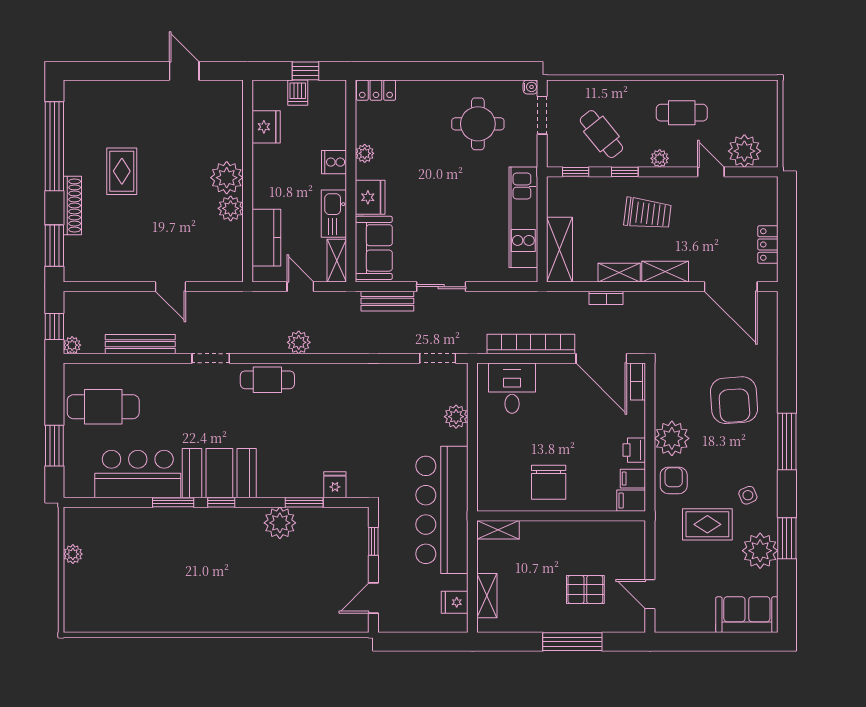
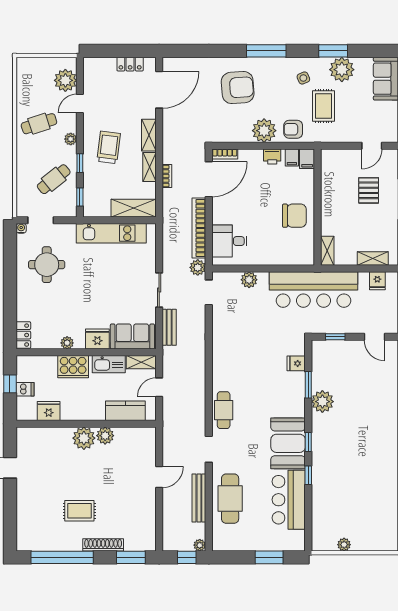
cafe table: (682, 113) -> (39, 124), turned 72
cooker: (334, 162) -> (73, 367), width x1.87, depth x1.31
plant: (299, 342) -> (198, 267), moved
cafe table: (103, 407) -> (230, 499), moved
window: (173, 502) -> (308, 475), width x0.67

